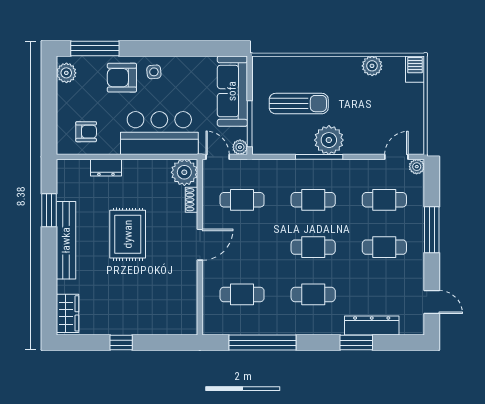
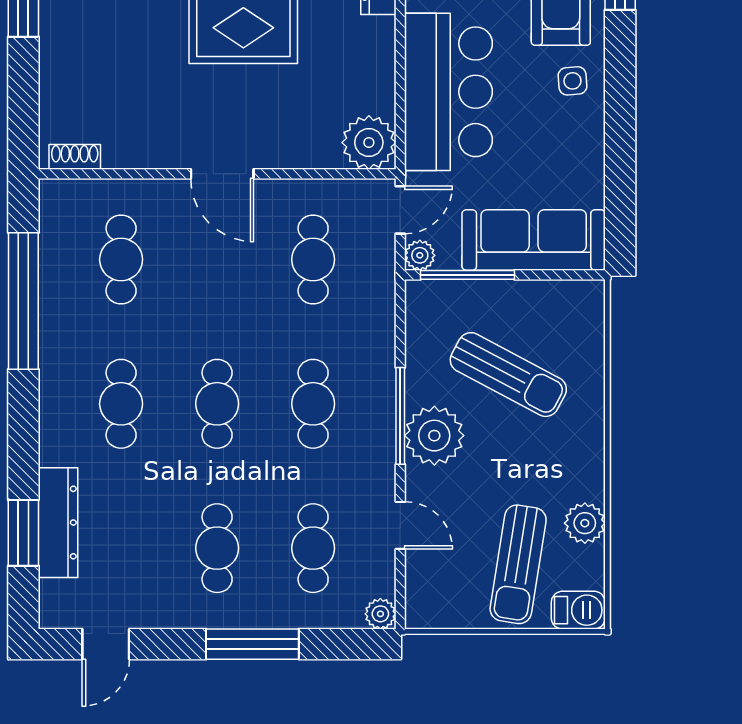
sun lounger: (392, 99) -> (518, 564), added
sun lounger: (299, 104) -> (508, 375), turned -62
door: (396, 157) -> (400, 525), moved
shoe rack: (191, 200) -> (75, 157), moved
window: (356, 343) -> (23, 533), moved

